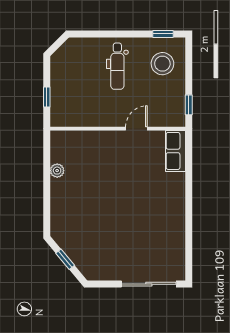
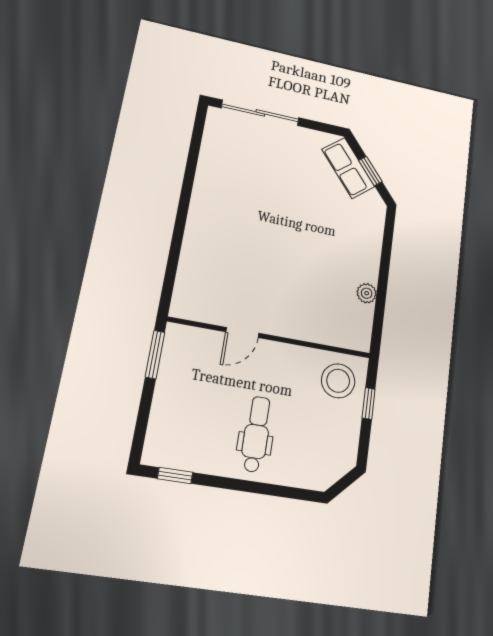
stool: (162, 64) -> (338, 381), moved
window: (189, 105) -> (155, 355), width x1.50
row of seats: (175, 151) -> (348, 168), moved, turned 140

